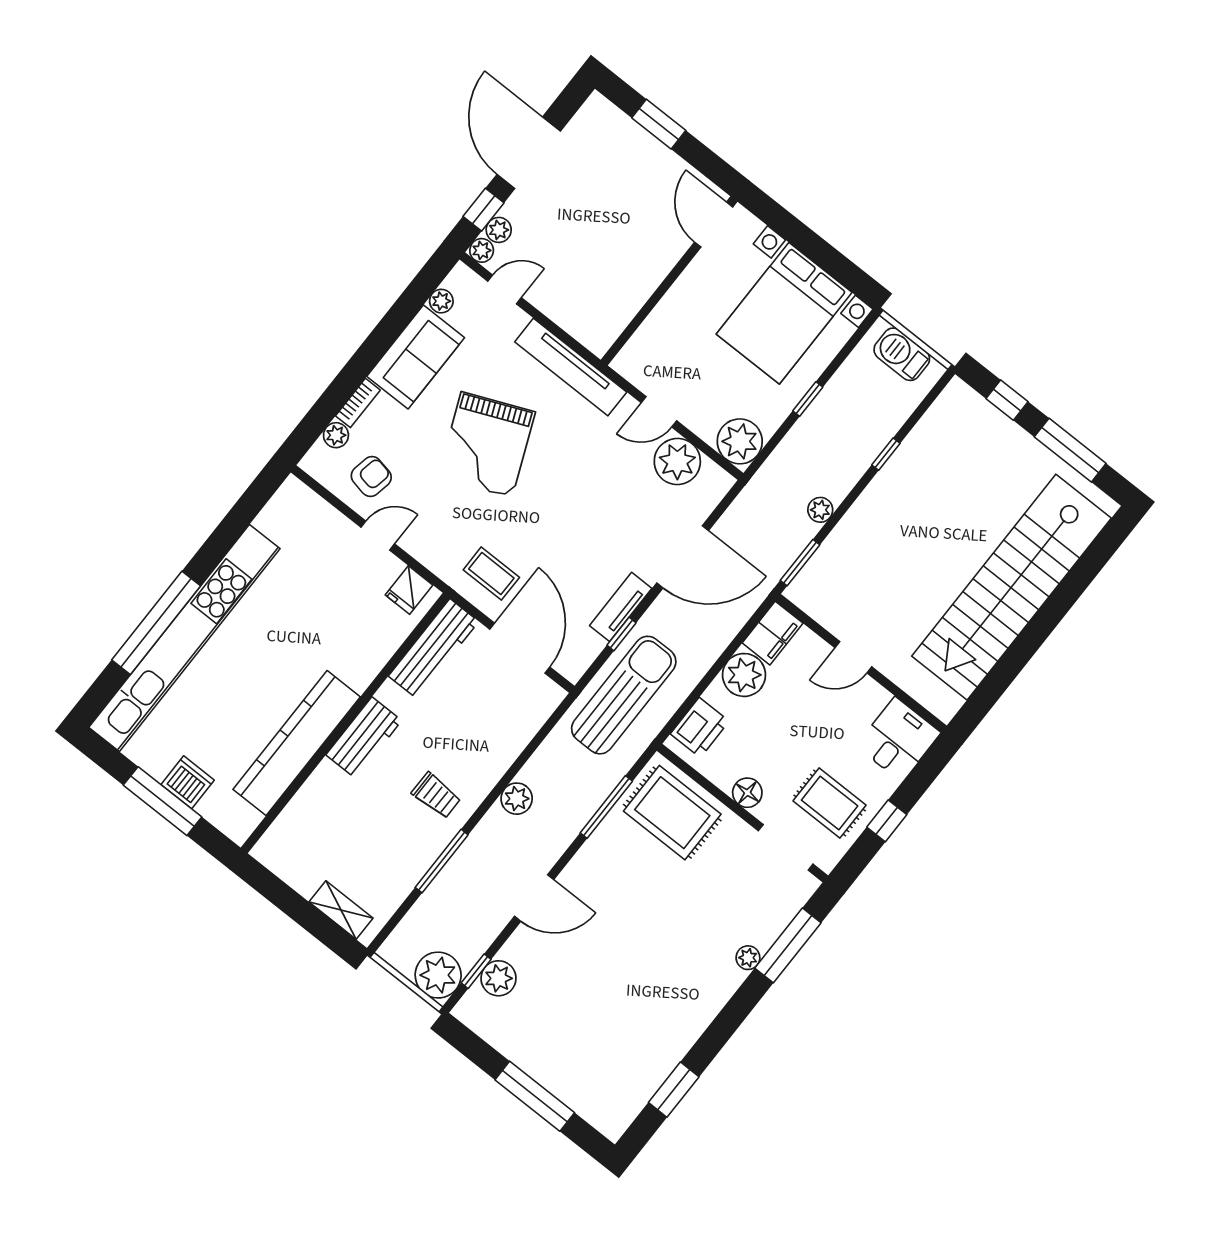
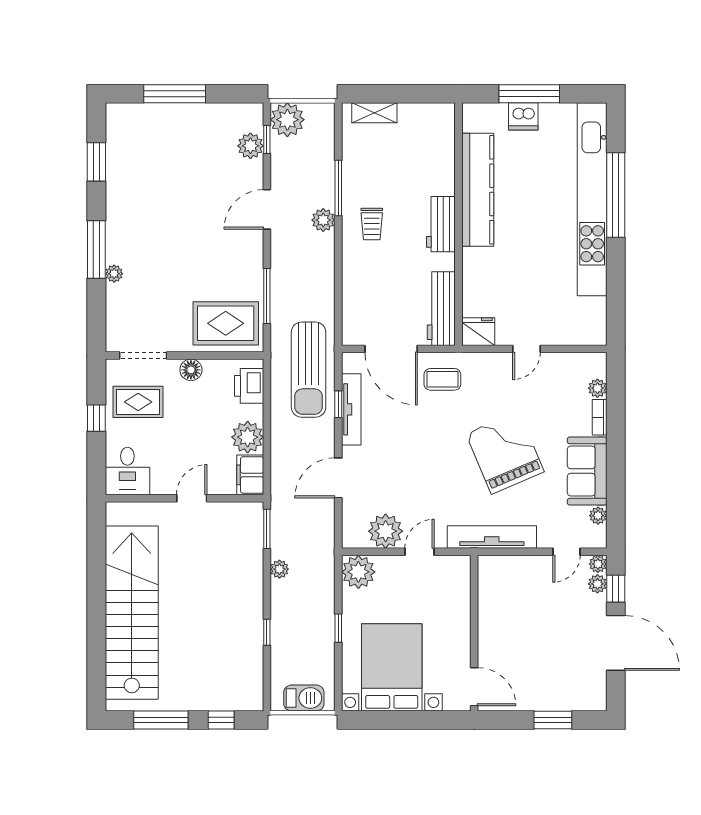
armchair: (371, 477) -> (558, 380), removed
door: (683, 557) -> (338, 478), width x0.73
fridge: (409, 590) -> (478, 332), width x1.38
tv unit: (621, 607) -> (351, 409), width x1.41
trolley: (436, 795) -> (372, 224), turned -90
plant: (517, 799) -> (323, 220), moved
window: (788, 945) -> (96, 250), moved

